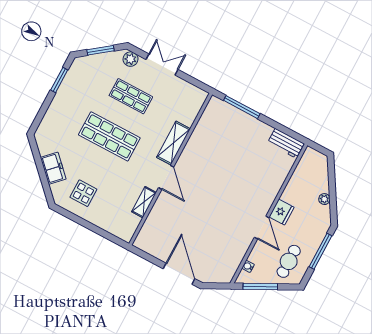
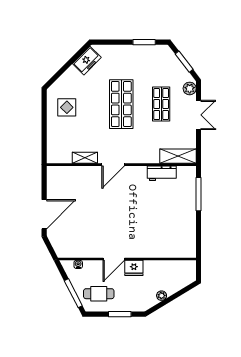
shelving: (174, 143) -> (178, 156), moved
workbench: (286, 143) -> (162, 173), moved, turned -90
freezer: (53, 168) -> (87, 61), moved
window: (321, 251) -> (120, 314), width x0.69
window: (260, 287) -> (73, 293), moved

